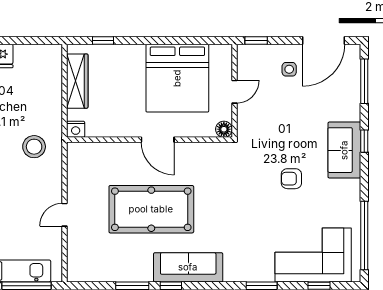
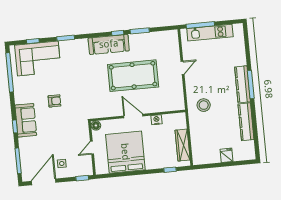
nightstand: (76, 129) -> (156, 120), moved

